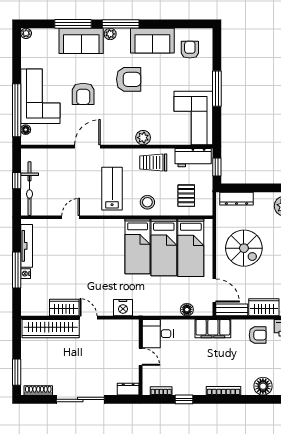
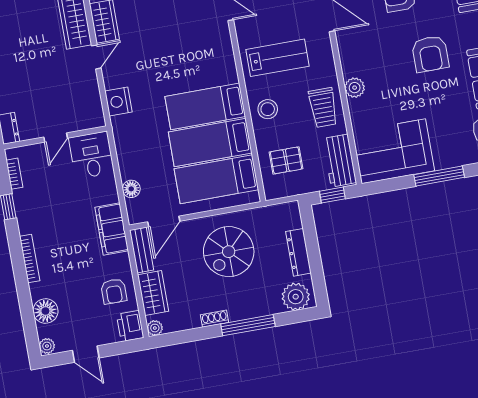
trolley: (153, 163) -> (323, 108), turned 180
dresser: (237, 199) -> (298, 252), moved

